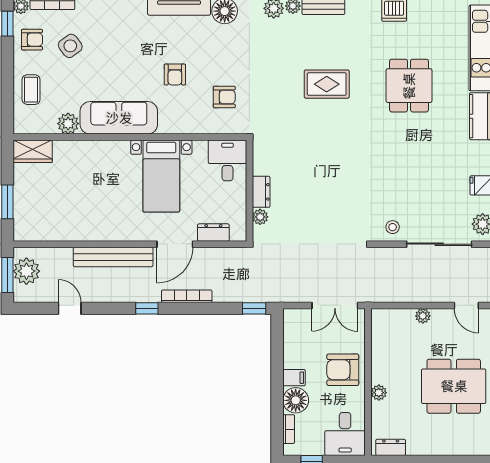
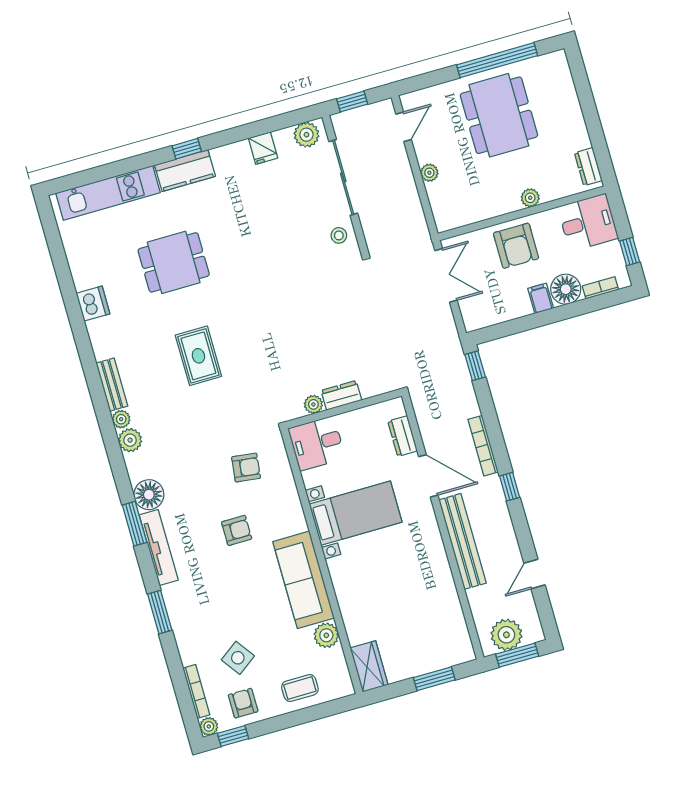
armchair: (224, 97) -> (246, 468), turned 97
plant: (260, 217) -> (313, 404), moved

